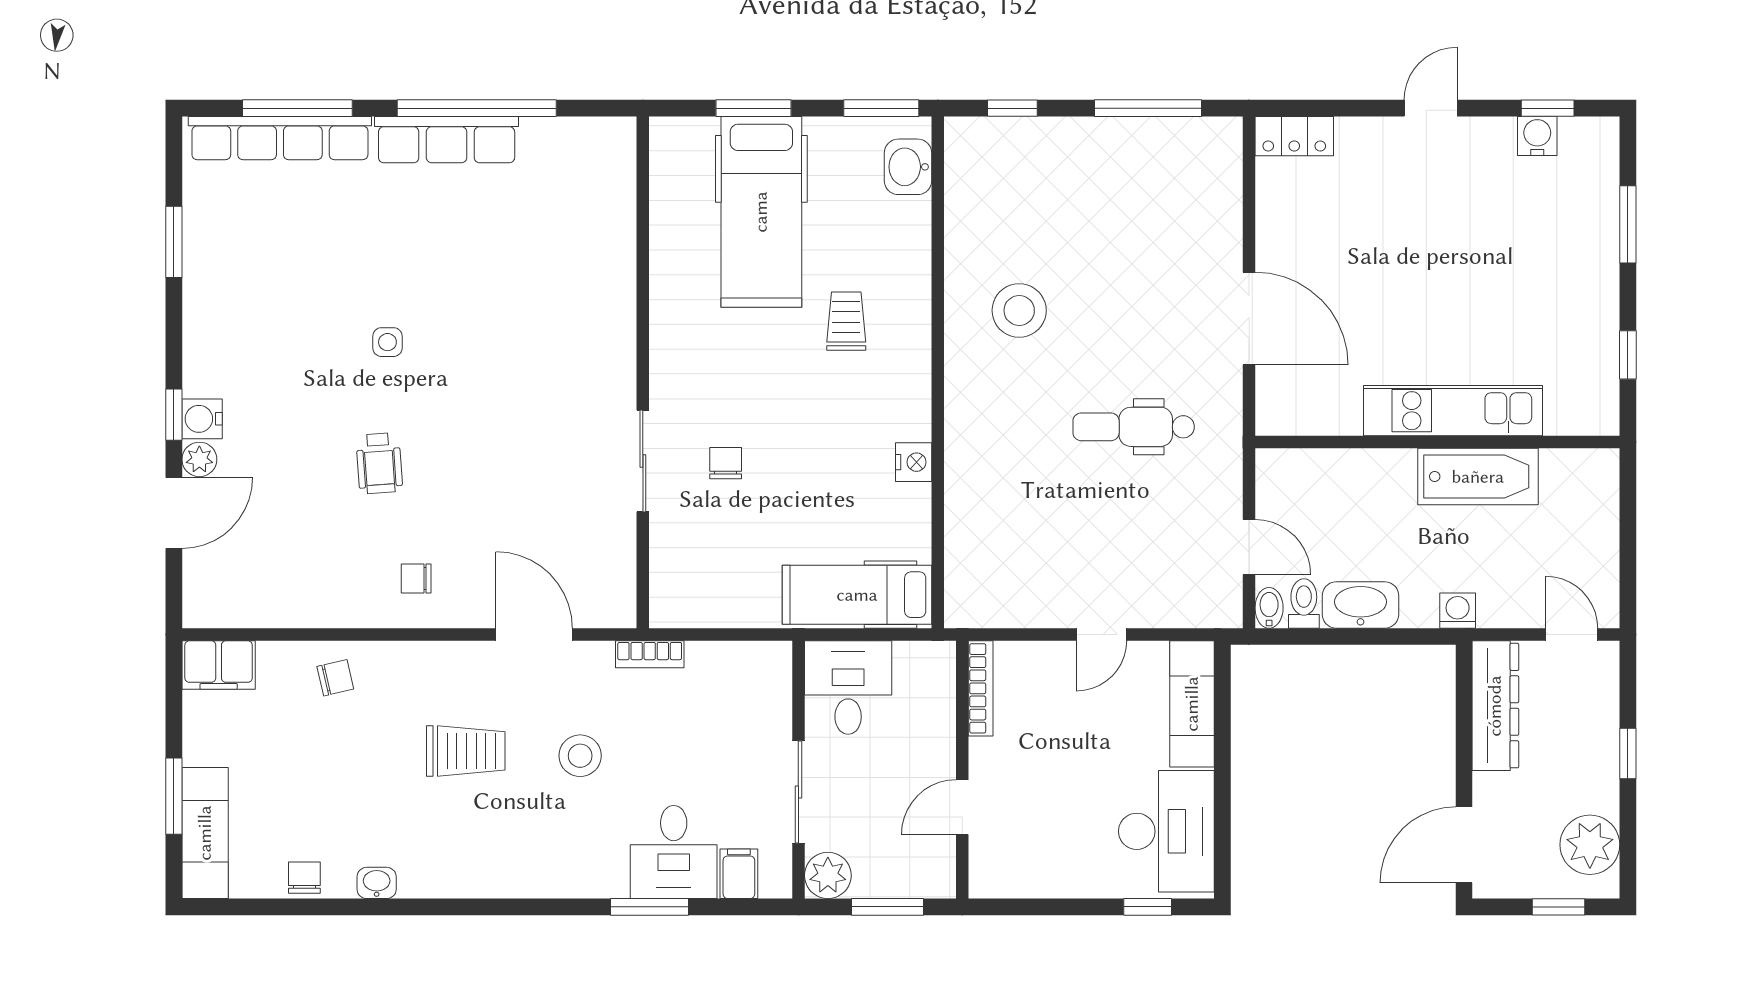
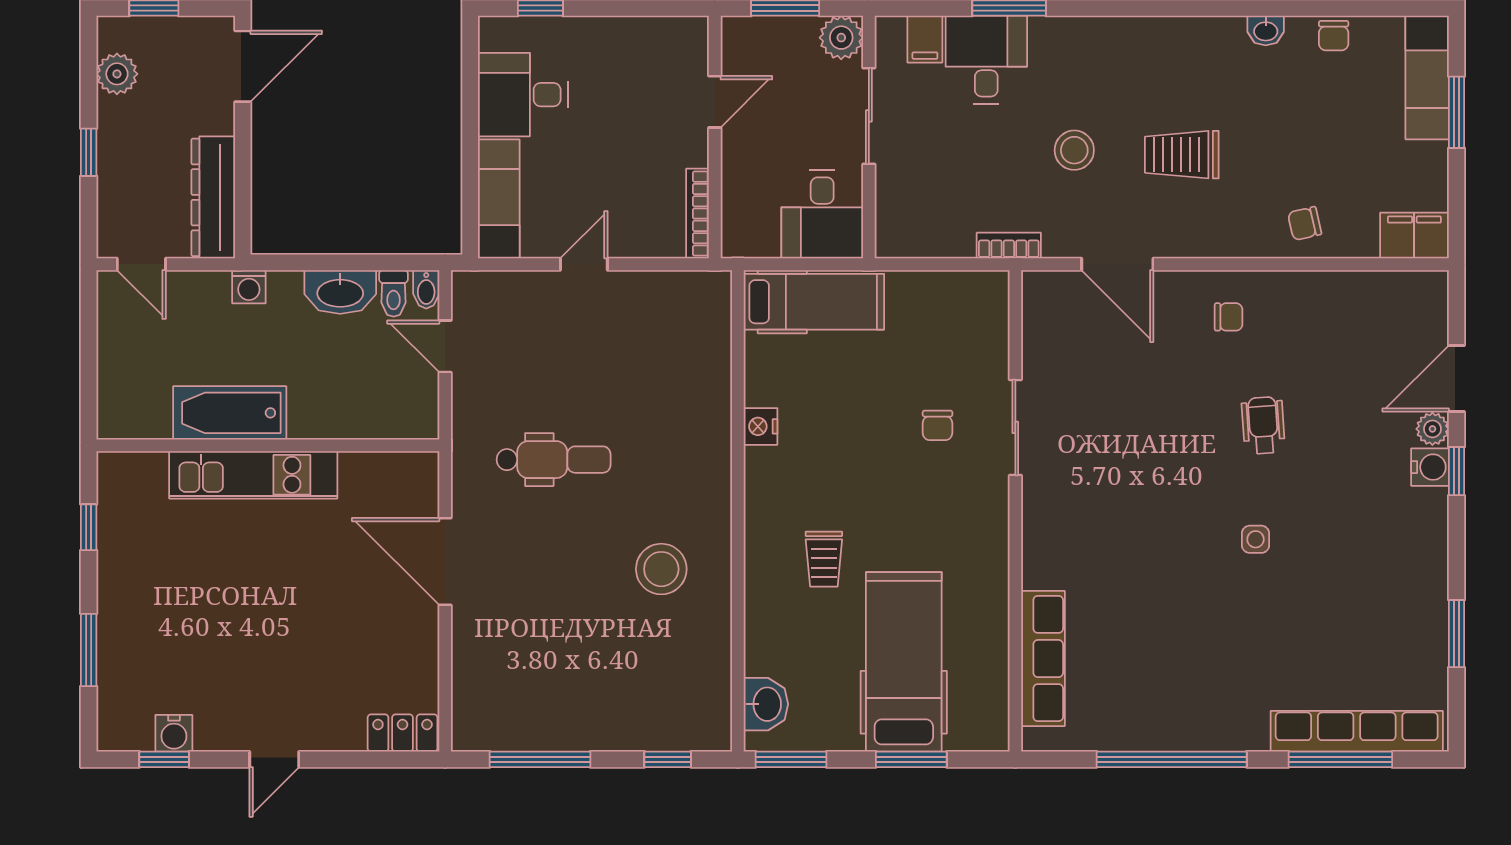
row of seats: (447, 140) -> (1043, 659), moved, turned 90
desk: (1166, 831) -> (523, 95), width x0.73
plant: (1590, 845) -> (117, 74), width x0.73, depth x0.73

